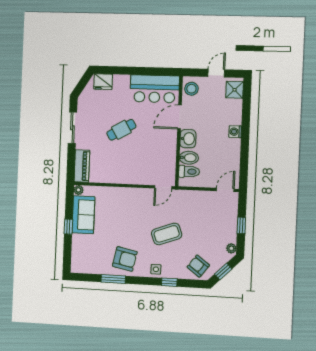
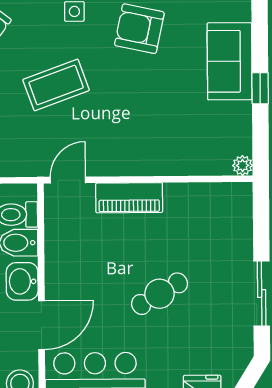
piano: (82, 166) -> (129, 198), moved, turned -90
sofa: (83, 215) -> (230, 61), moved

